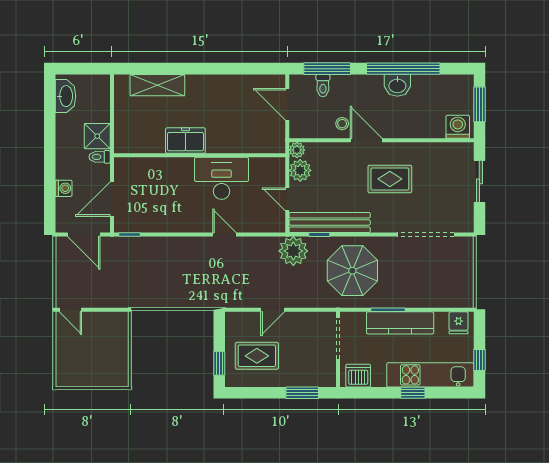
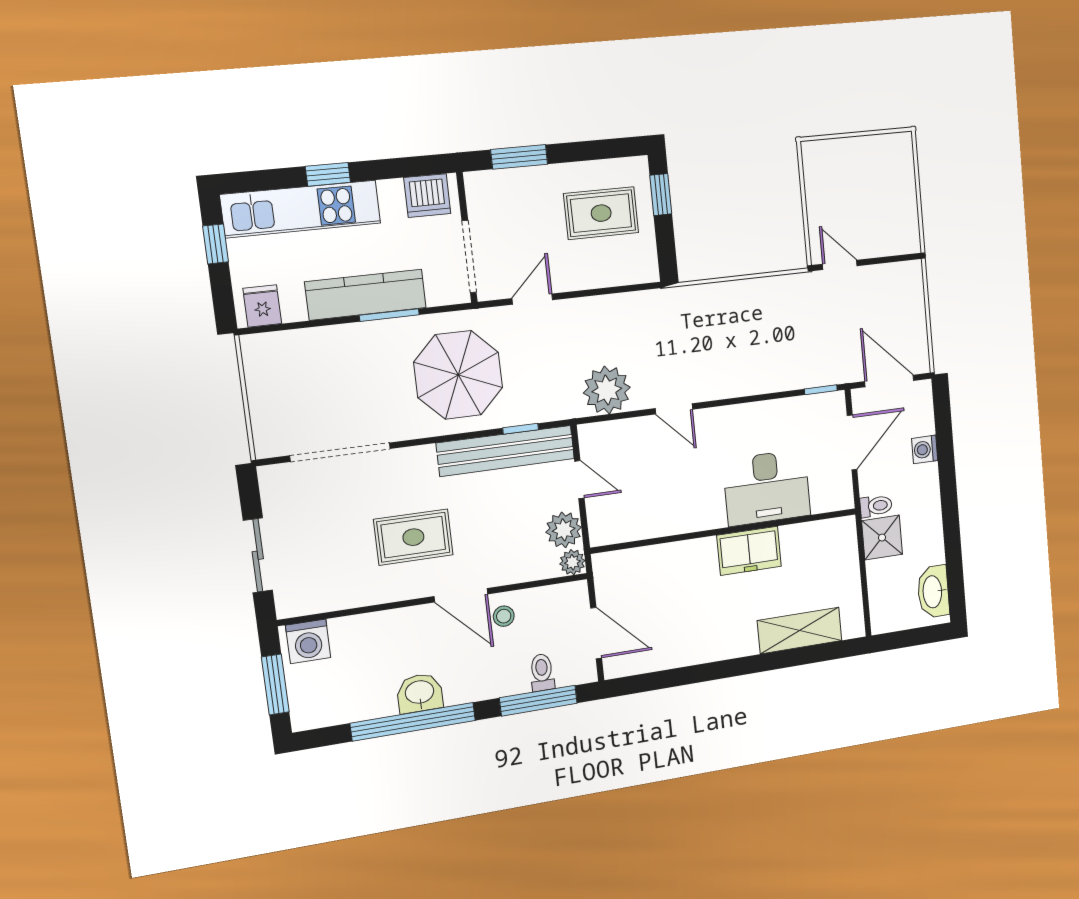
desk: (222, 178) -> (767, 488), moved
plant: (293, 251) -> (607, 390), moved
door: (70, 310) -> (840, 265), moved
door: (273, 310) -> (532, 299), moved

